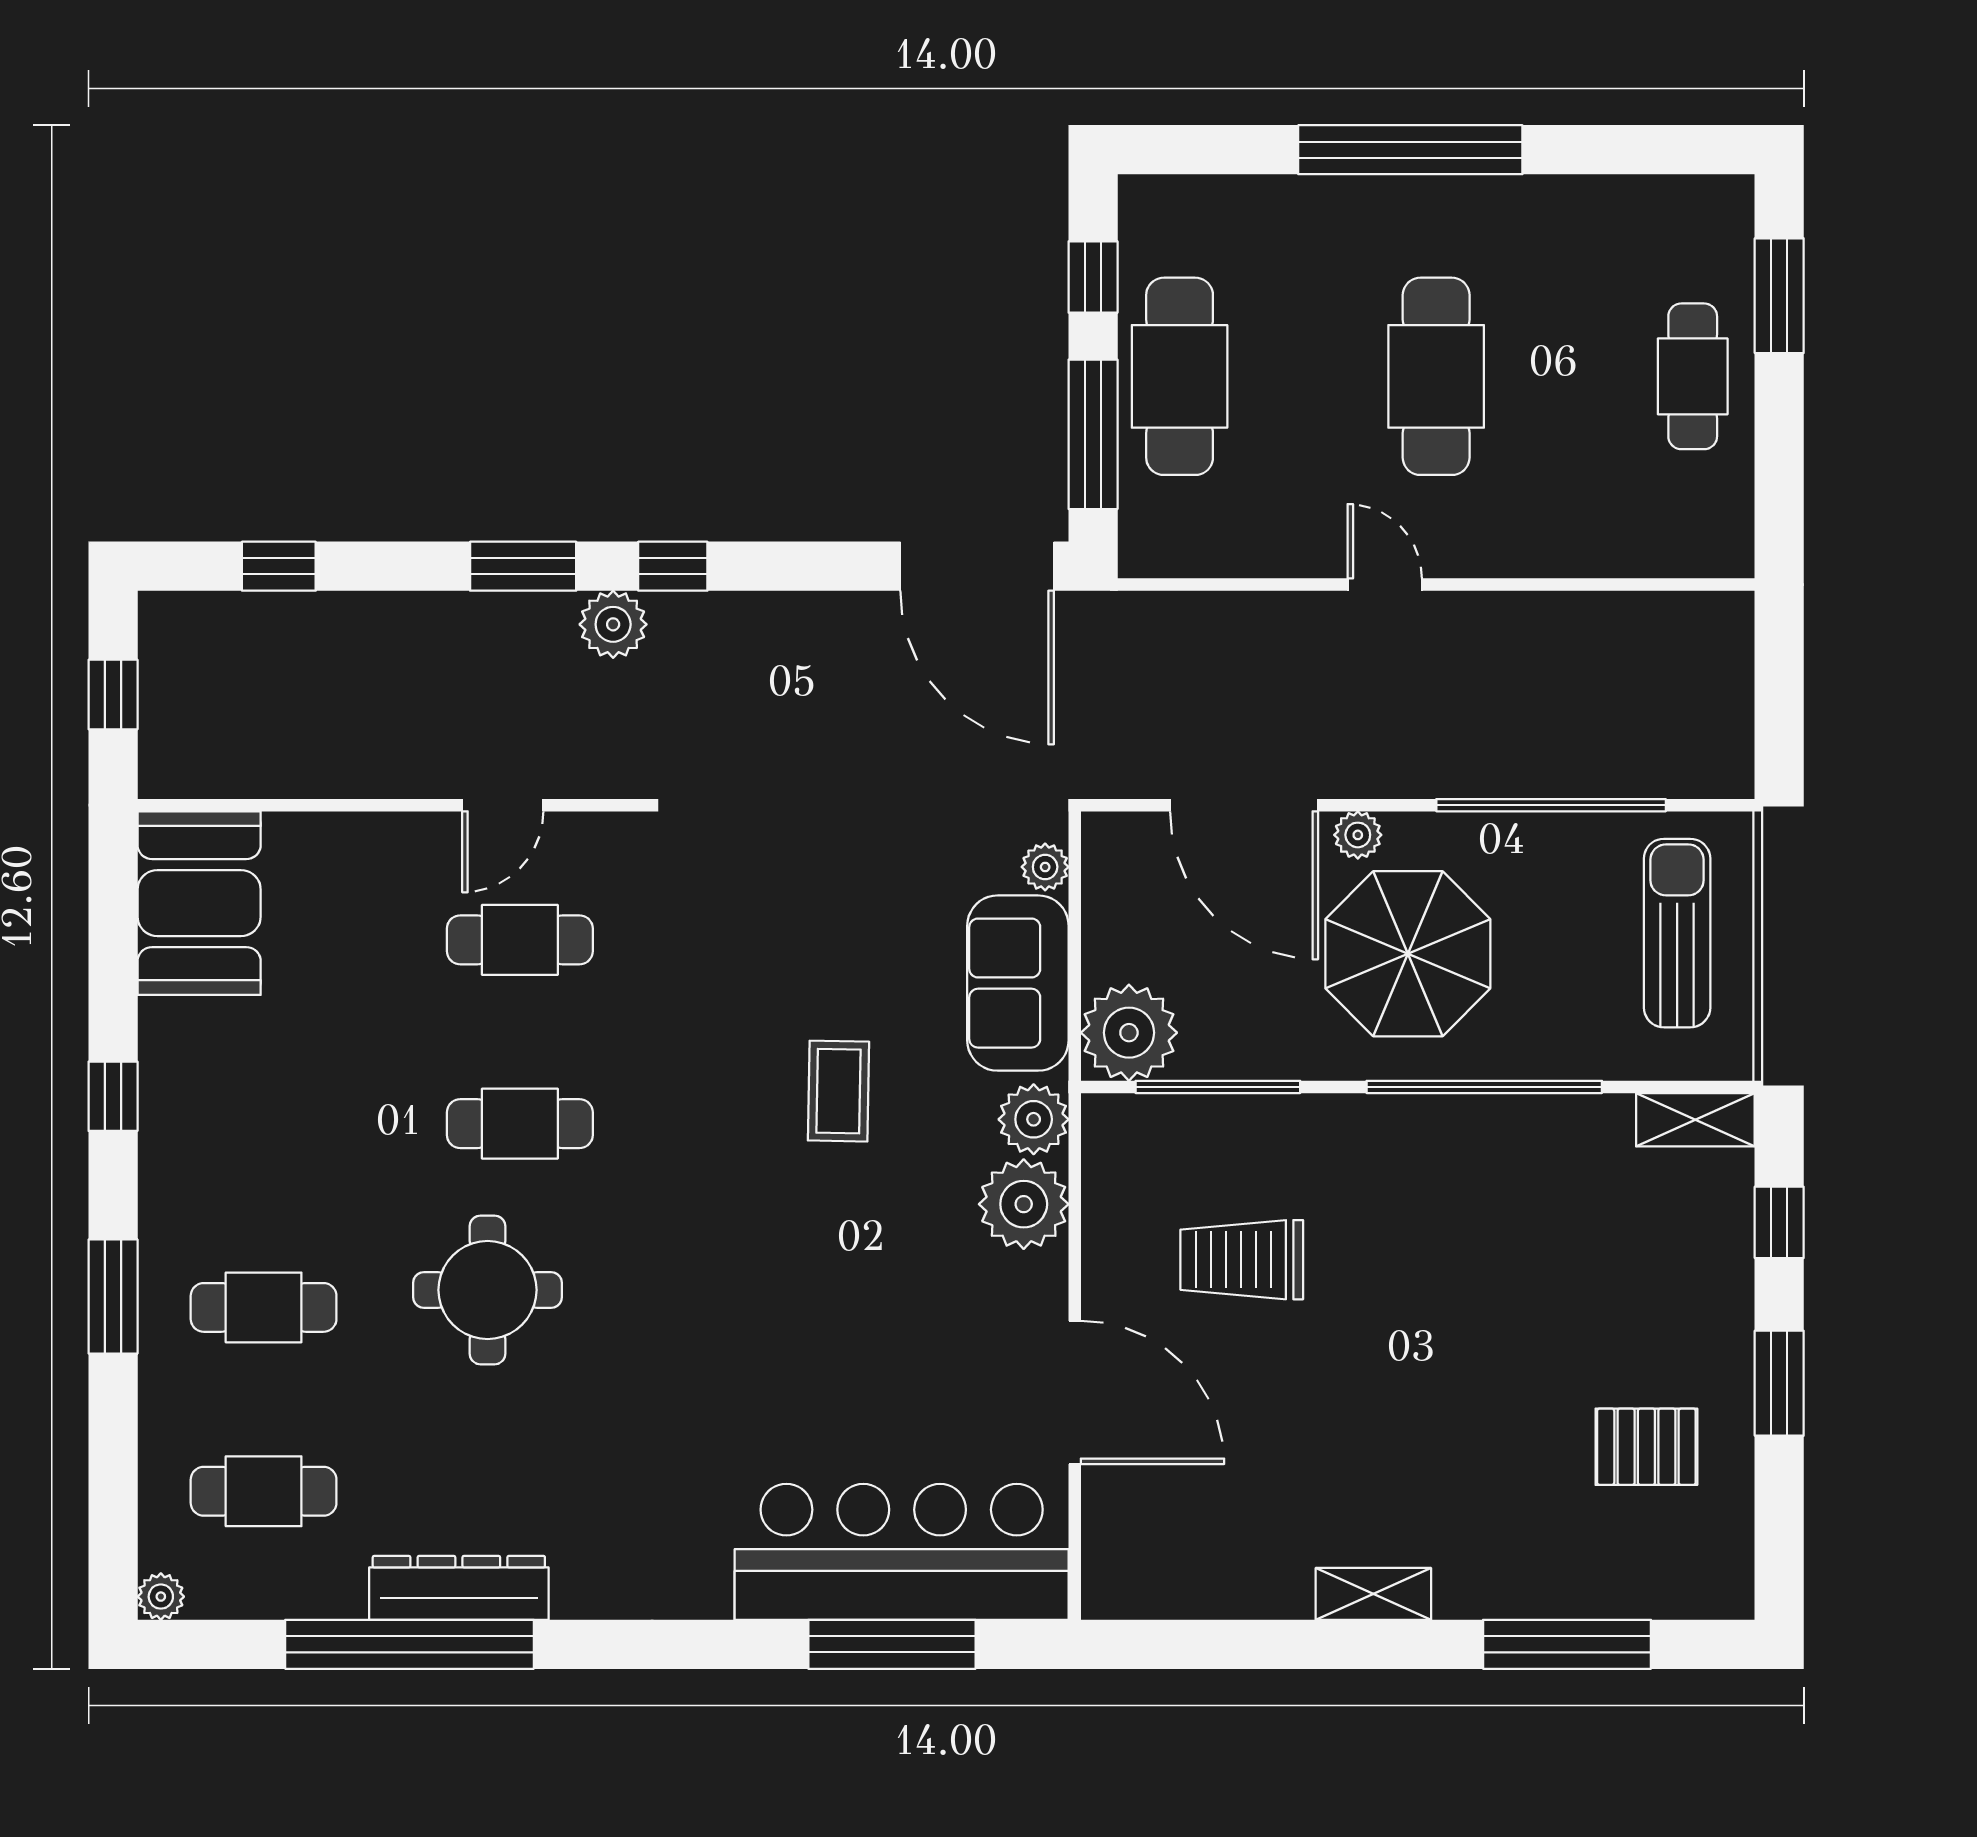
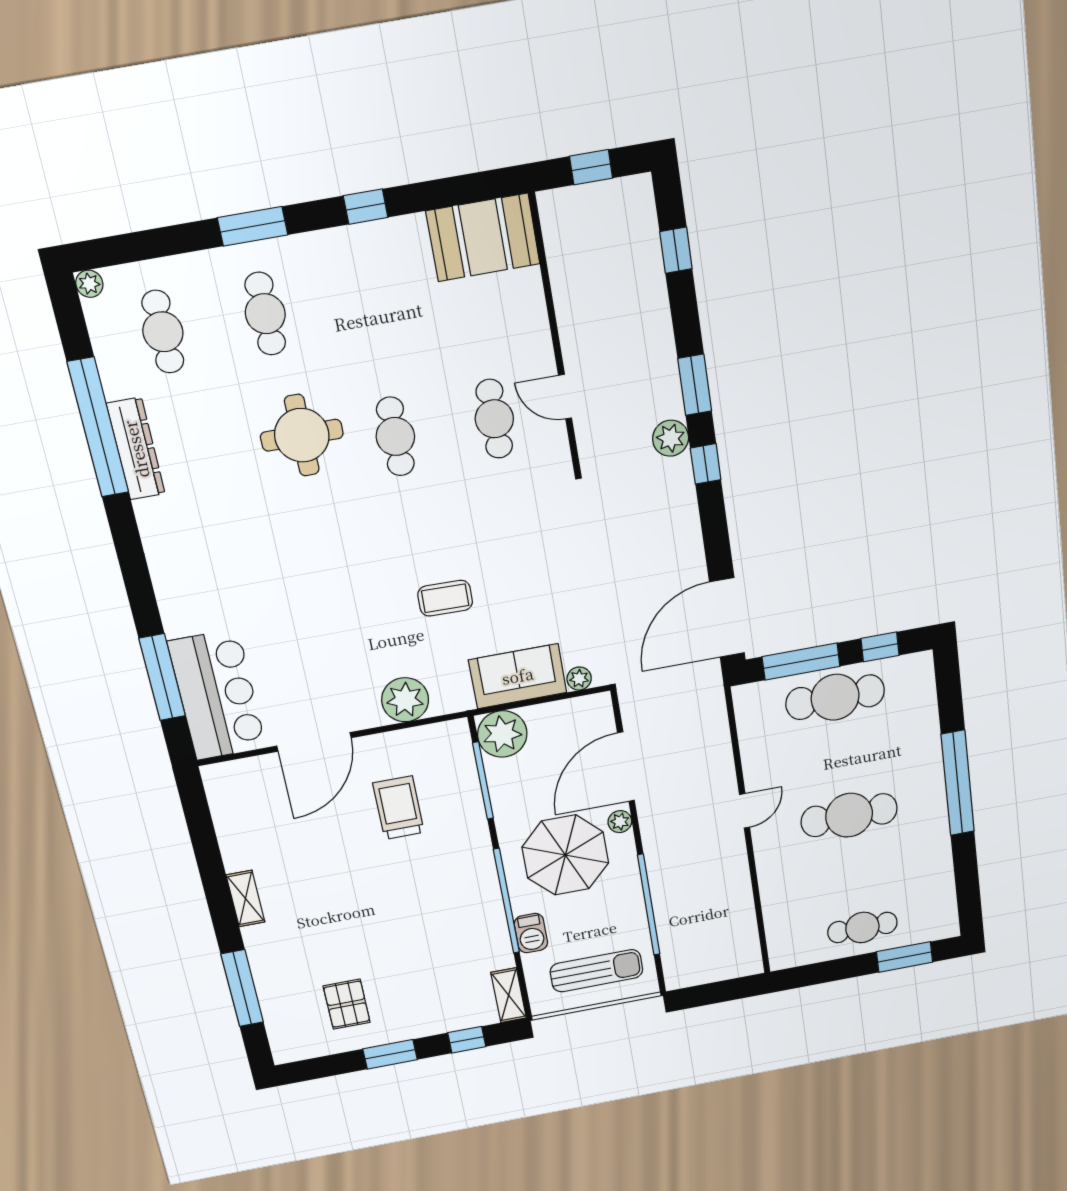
barbecue: (1565, 1051) -> (531, 933), added
plant: (1034, 1119) -> (449, 697), removed
bar counter: (902, 1552) -> (217, 695), width x0.73

